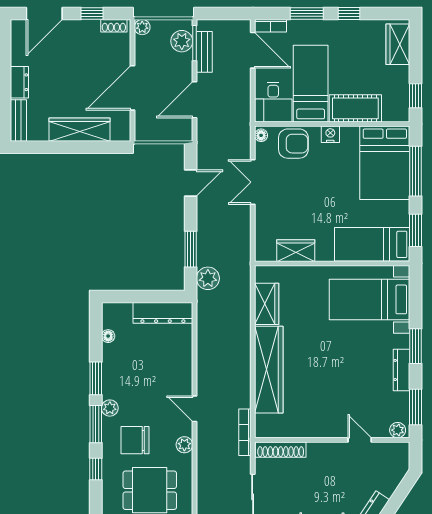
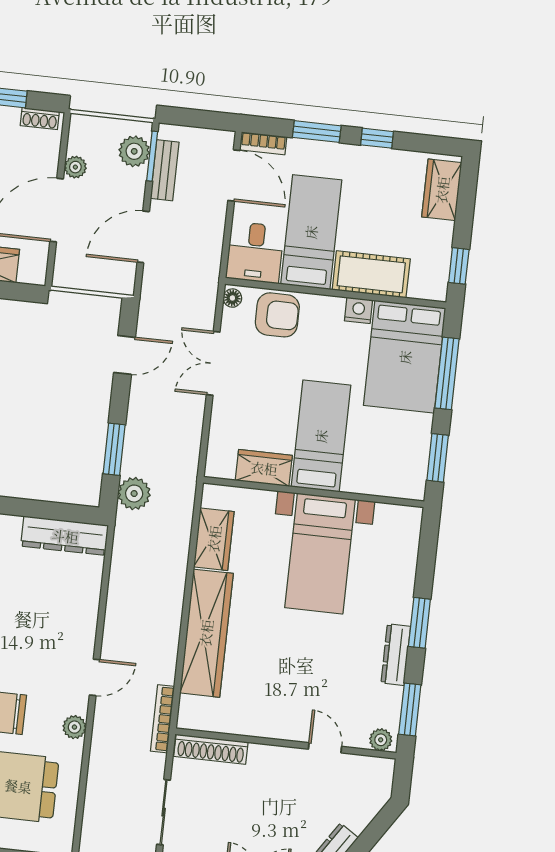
plant: (142, 27) -> (75, 167), moved
nightstand: (330, 134) -> (358, 310), moved
bed: (372, 244) -> (321, 436), moved, turned 90
bed with nightstands: (369, 299) -> (320, 554), moved, turned -90
door: (195, 409) -> (95, 677), swing flipped

